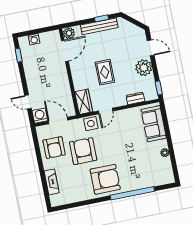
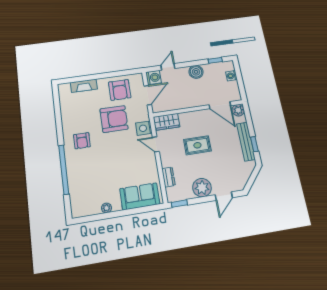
boiler: (32, 74) -> (196, 72), added
armchair: (54, 148) -> (120, 90), turned -90
armchair: (105, 179) -> (82, 141), width x0.53, depth x0.53

